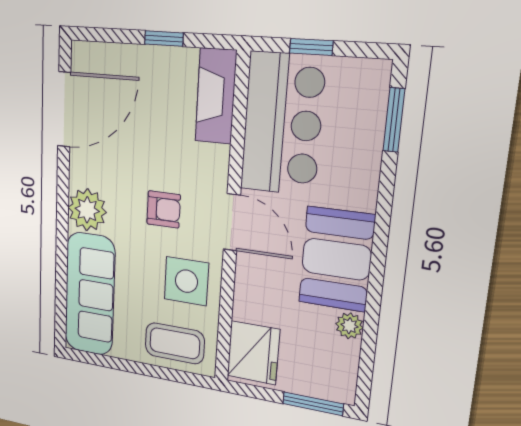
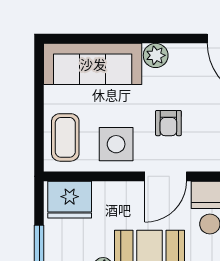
plant: (87, 210) -> (156, 55), width x0.73, depth x0.73

